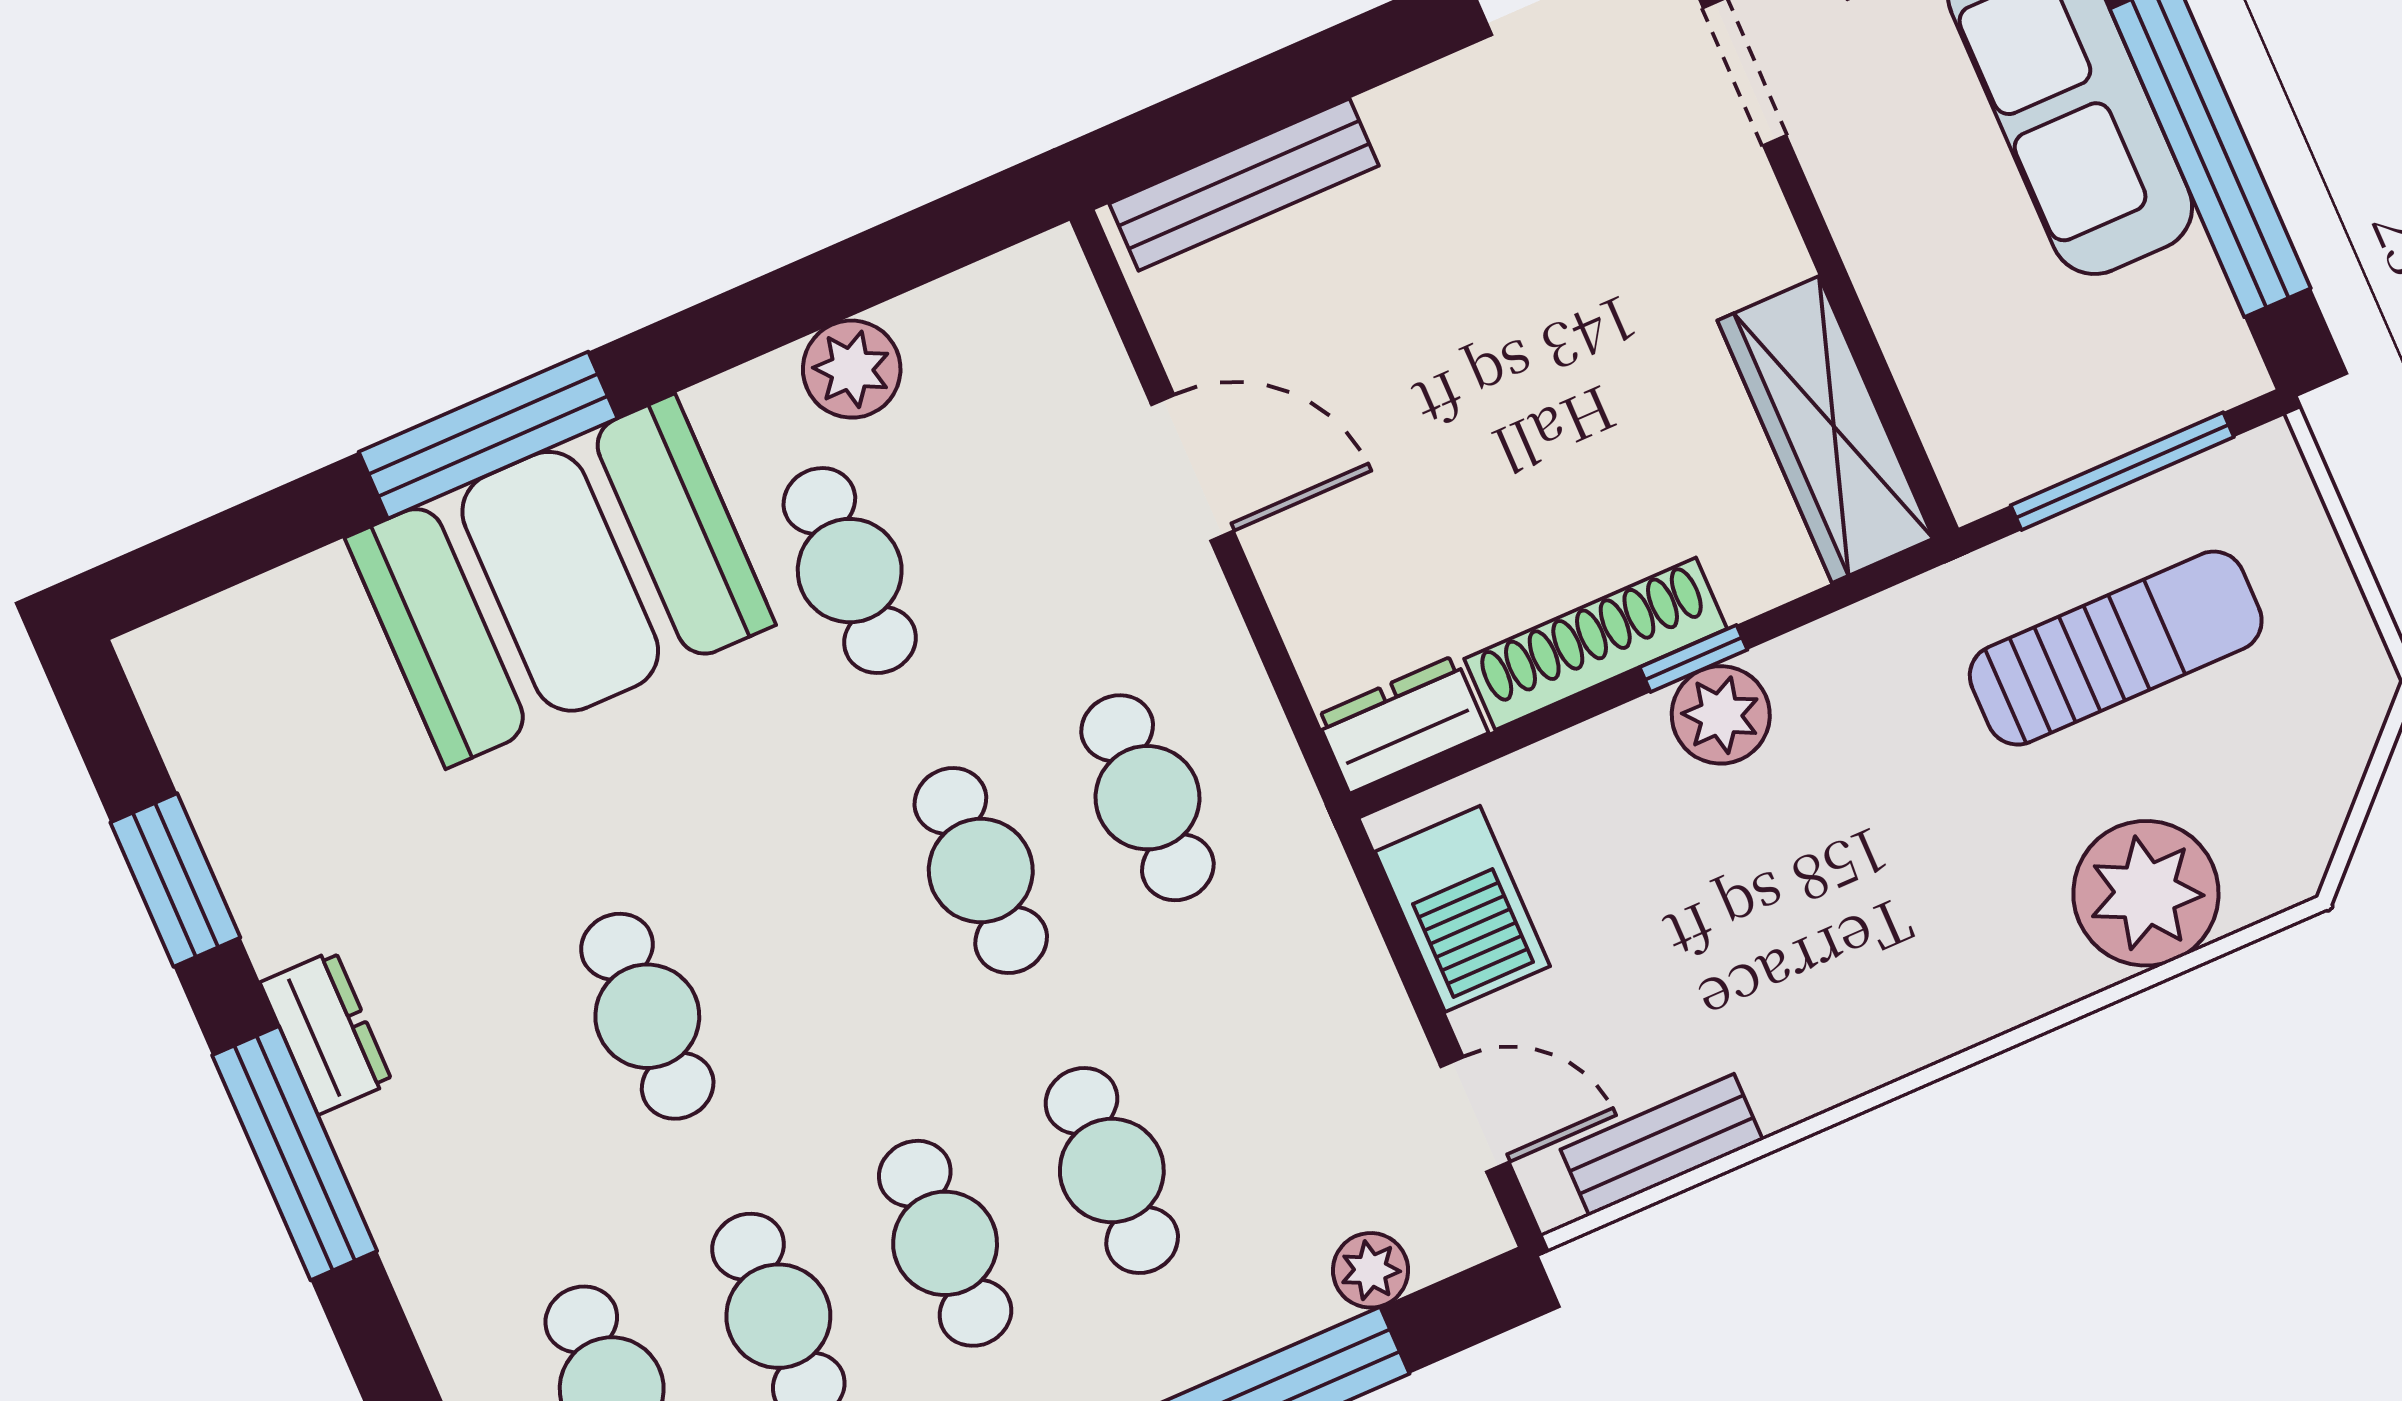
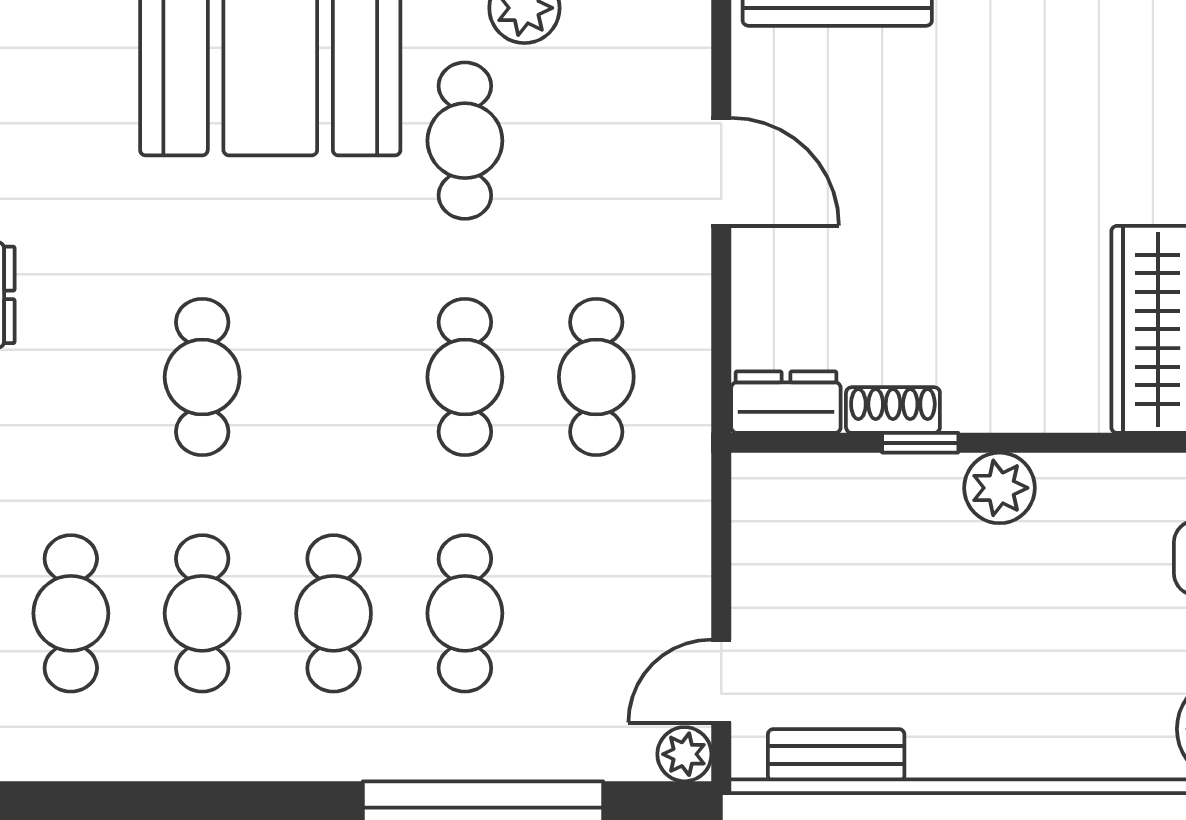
shoe rack: (1596, 644) -> (893, 410), width x0.51, depth x0.81
window: (1694, 658) -> (920, 443), moved
barbecue: (1462, 909) -> (773, 542), removed
door: (1475, 1114) -> (721, 681), swing flipped
plant: (1371, 1270) -> (684, 754), moved

